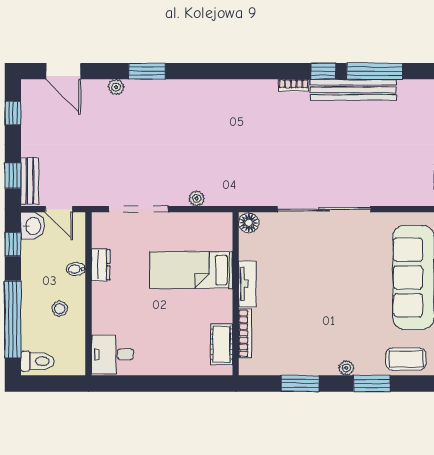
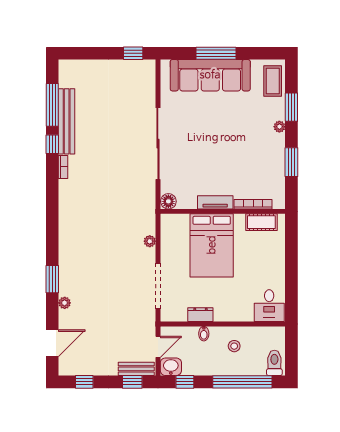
bed: (191, 270) -> (212, 245), width x1.50

